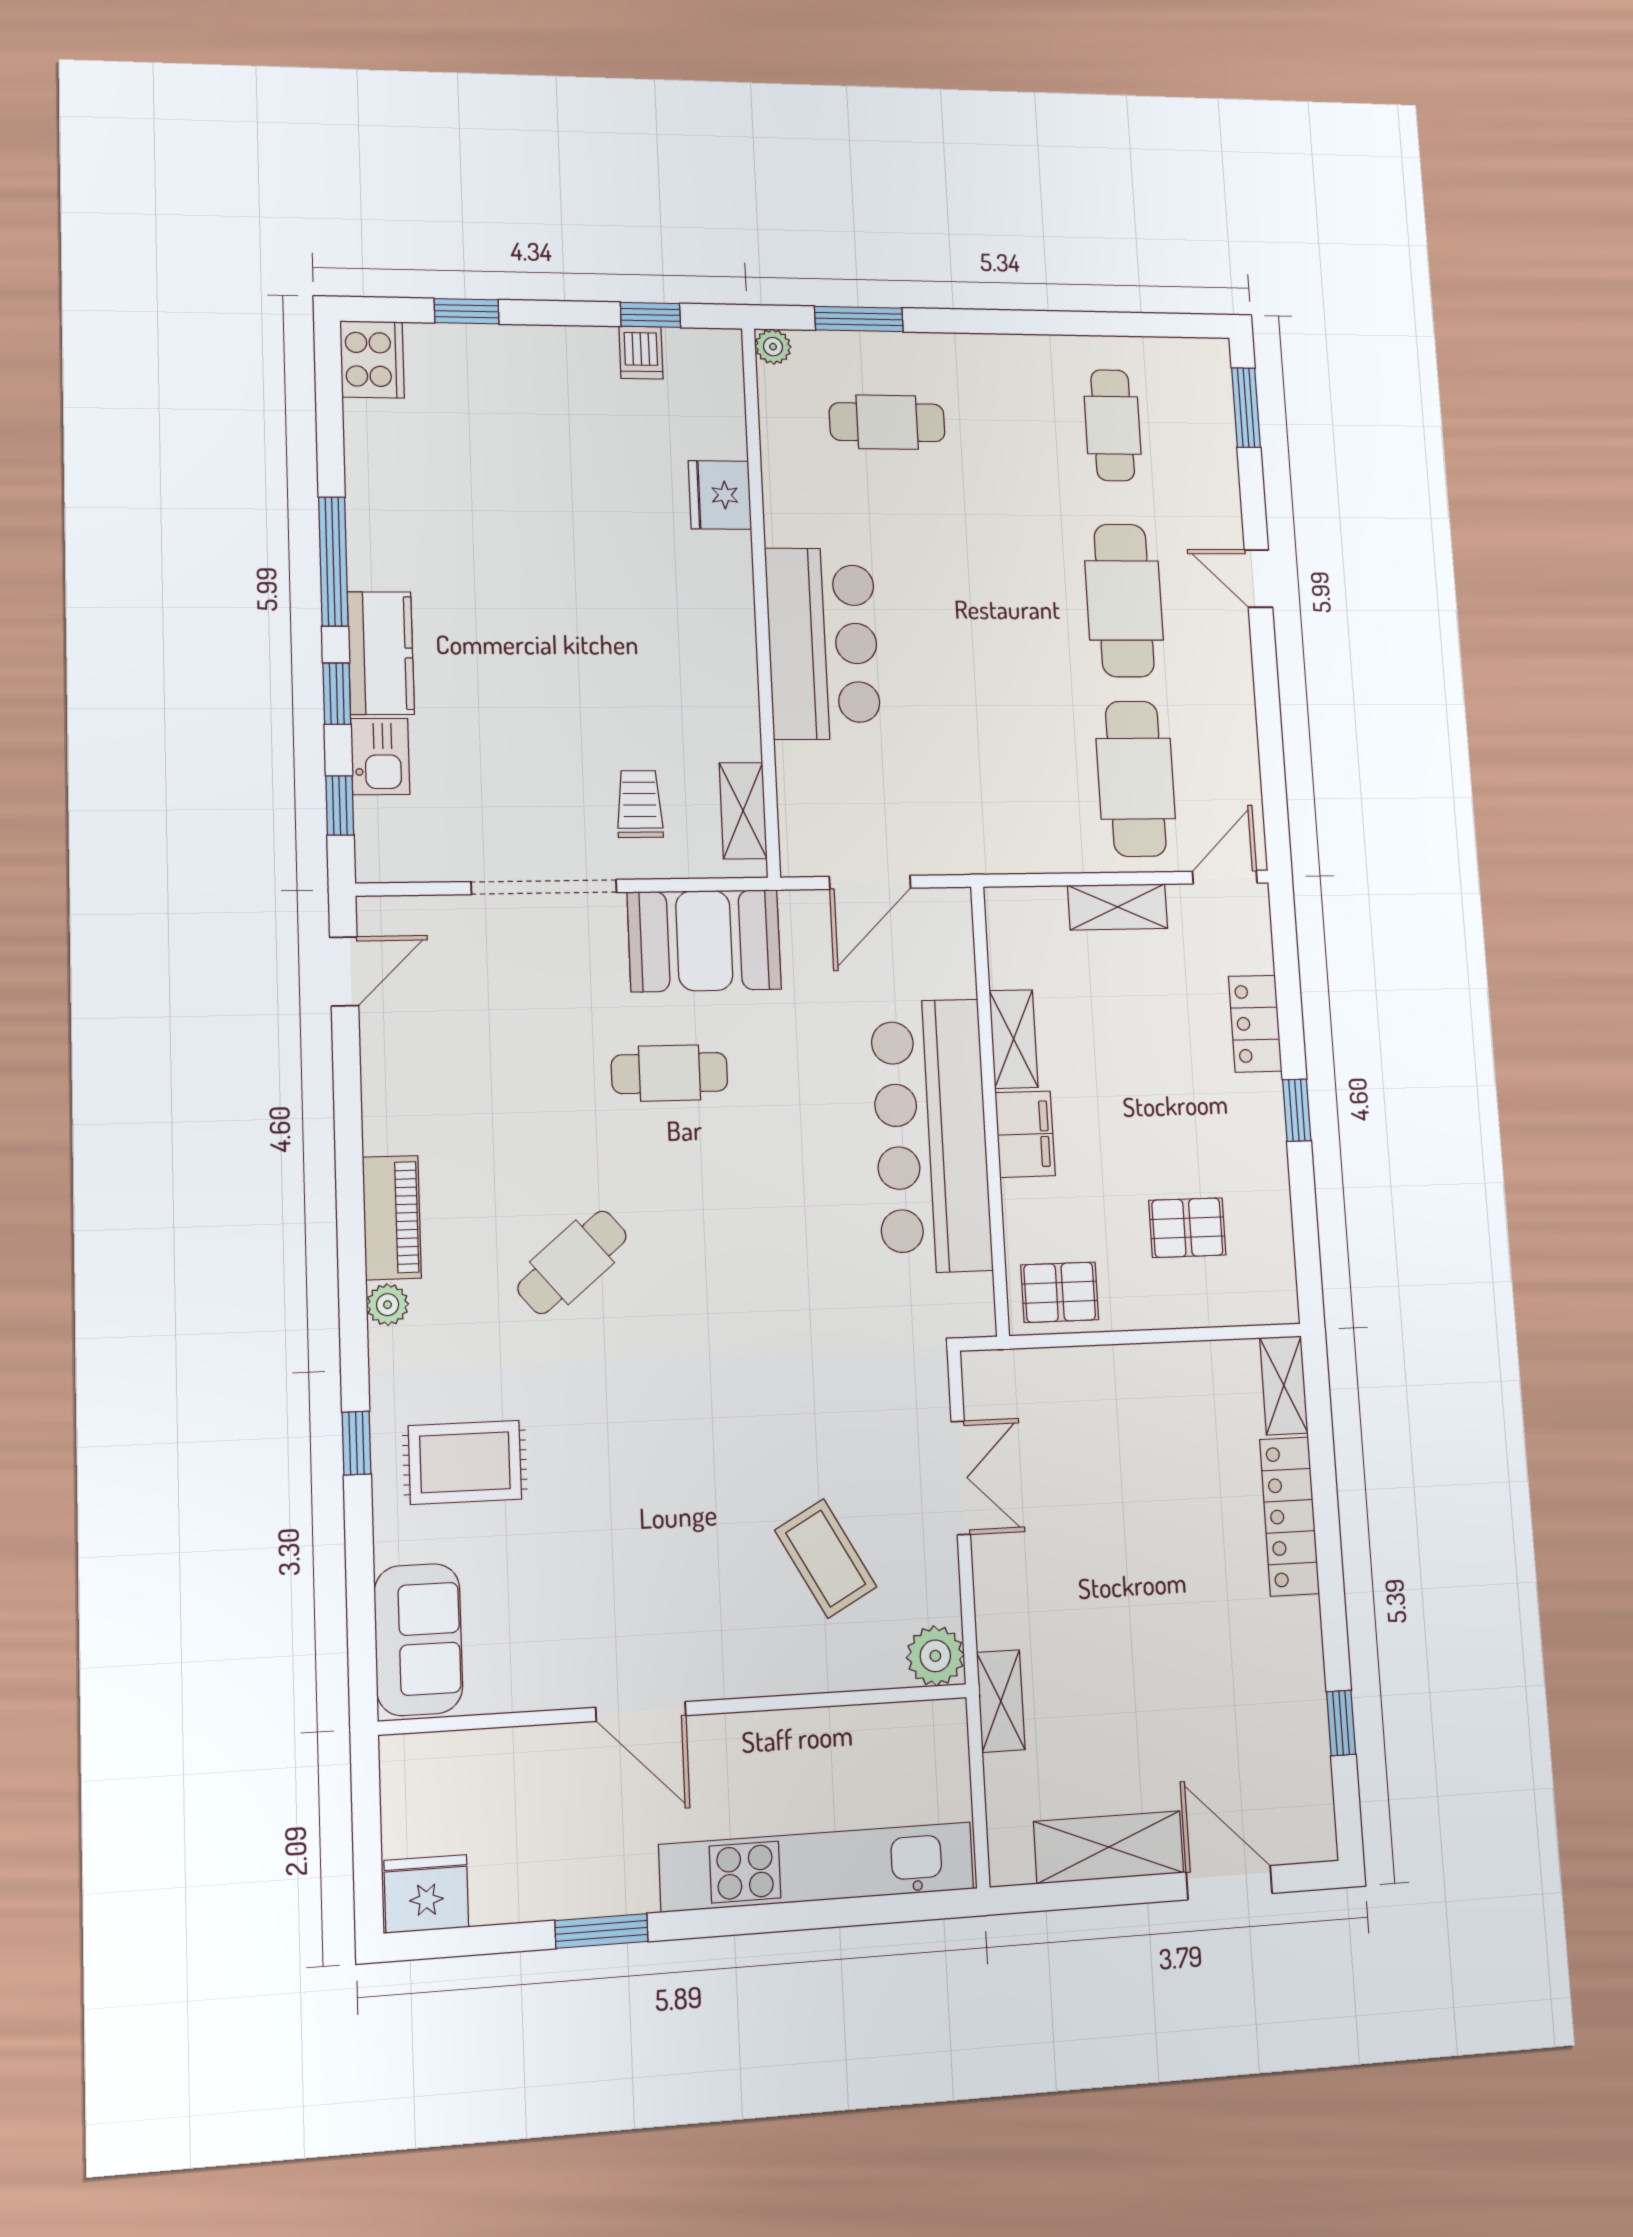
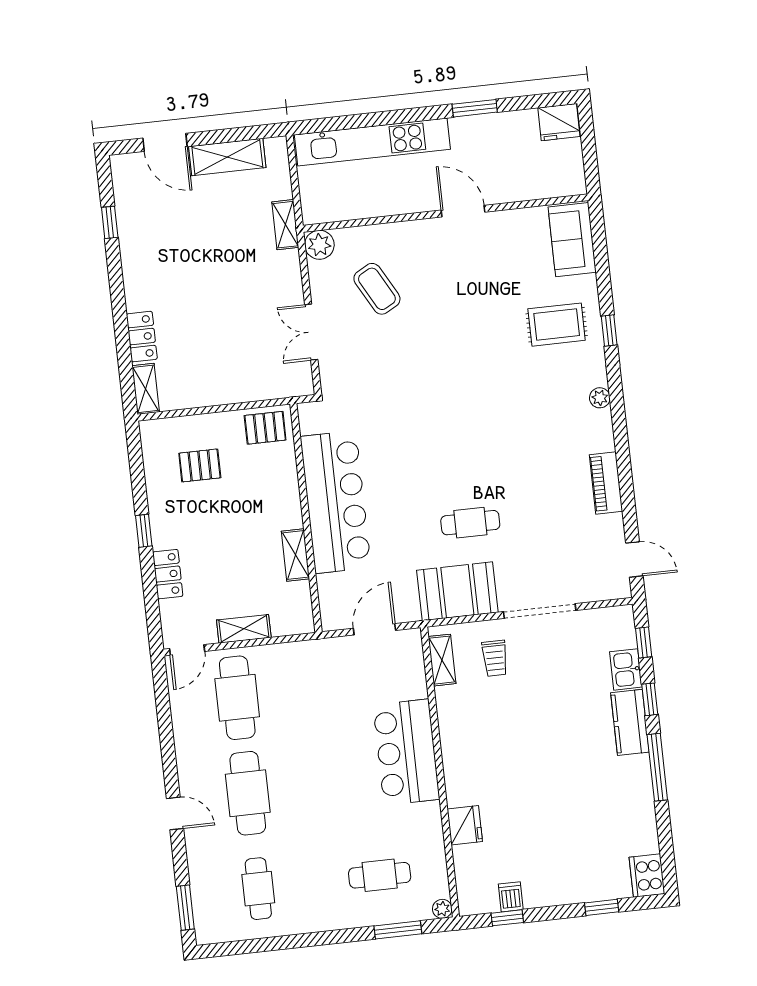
door: (344, 971) -> (634, 559), swing flipped
filing cabinet: (1025, 1134) -> (287, 507), removed
piano: (392, 1218) -> (606, 483), moved
cafe table: (572, 1262) -> (512, 425), removed
locker: (1289, 1516) -> (142, 337), width x0.66

